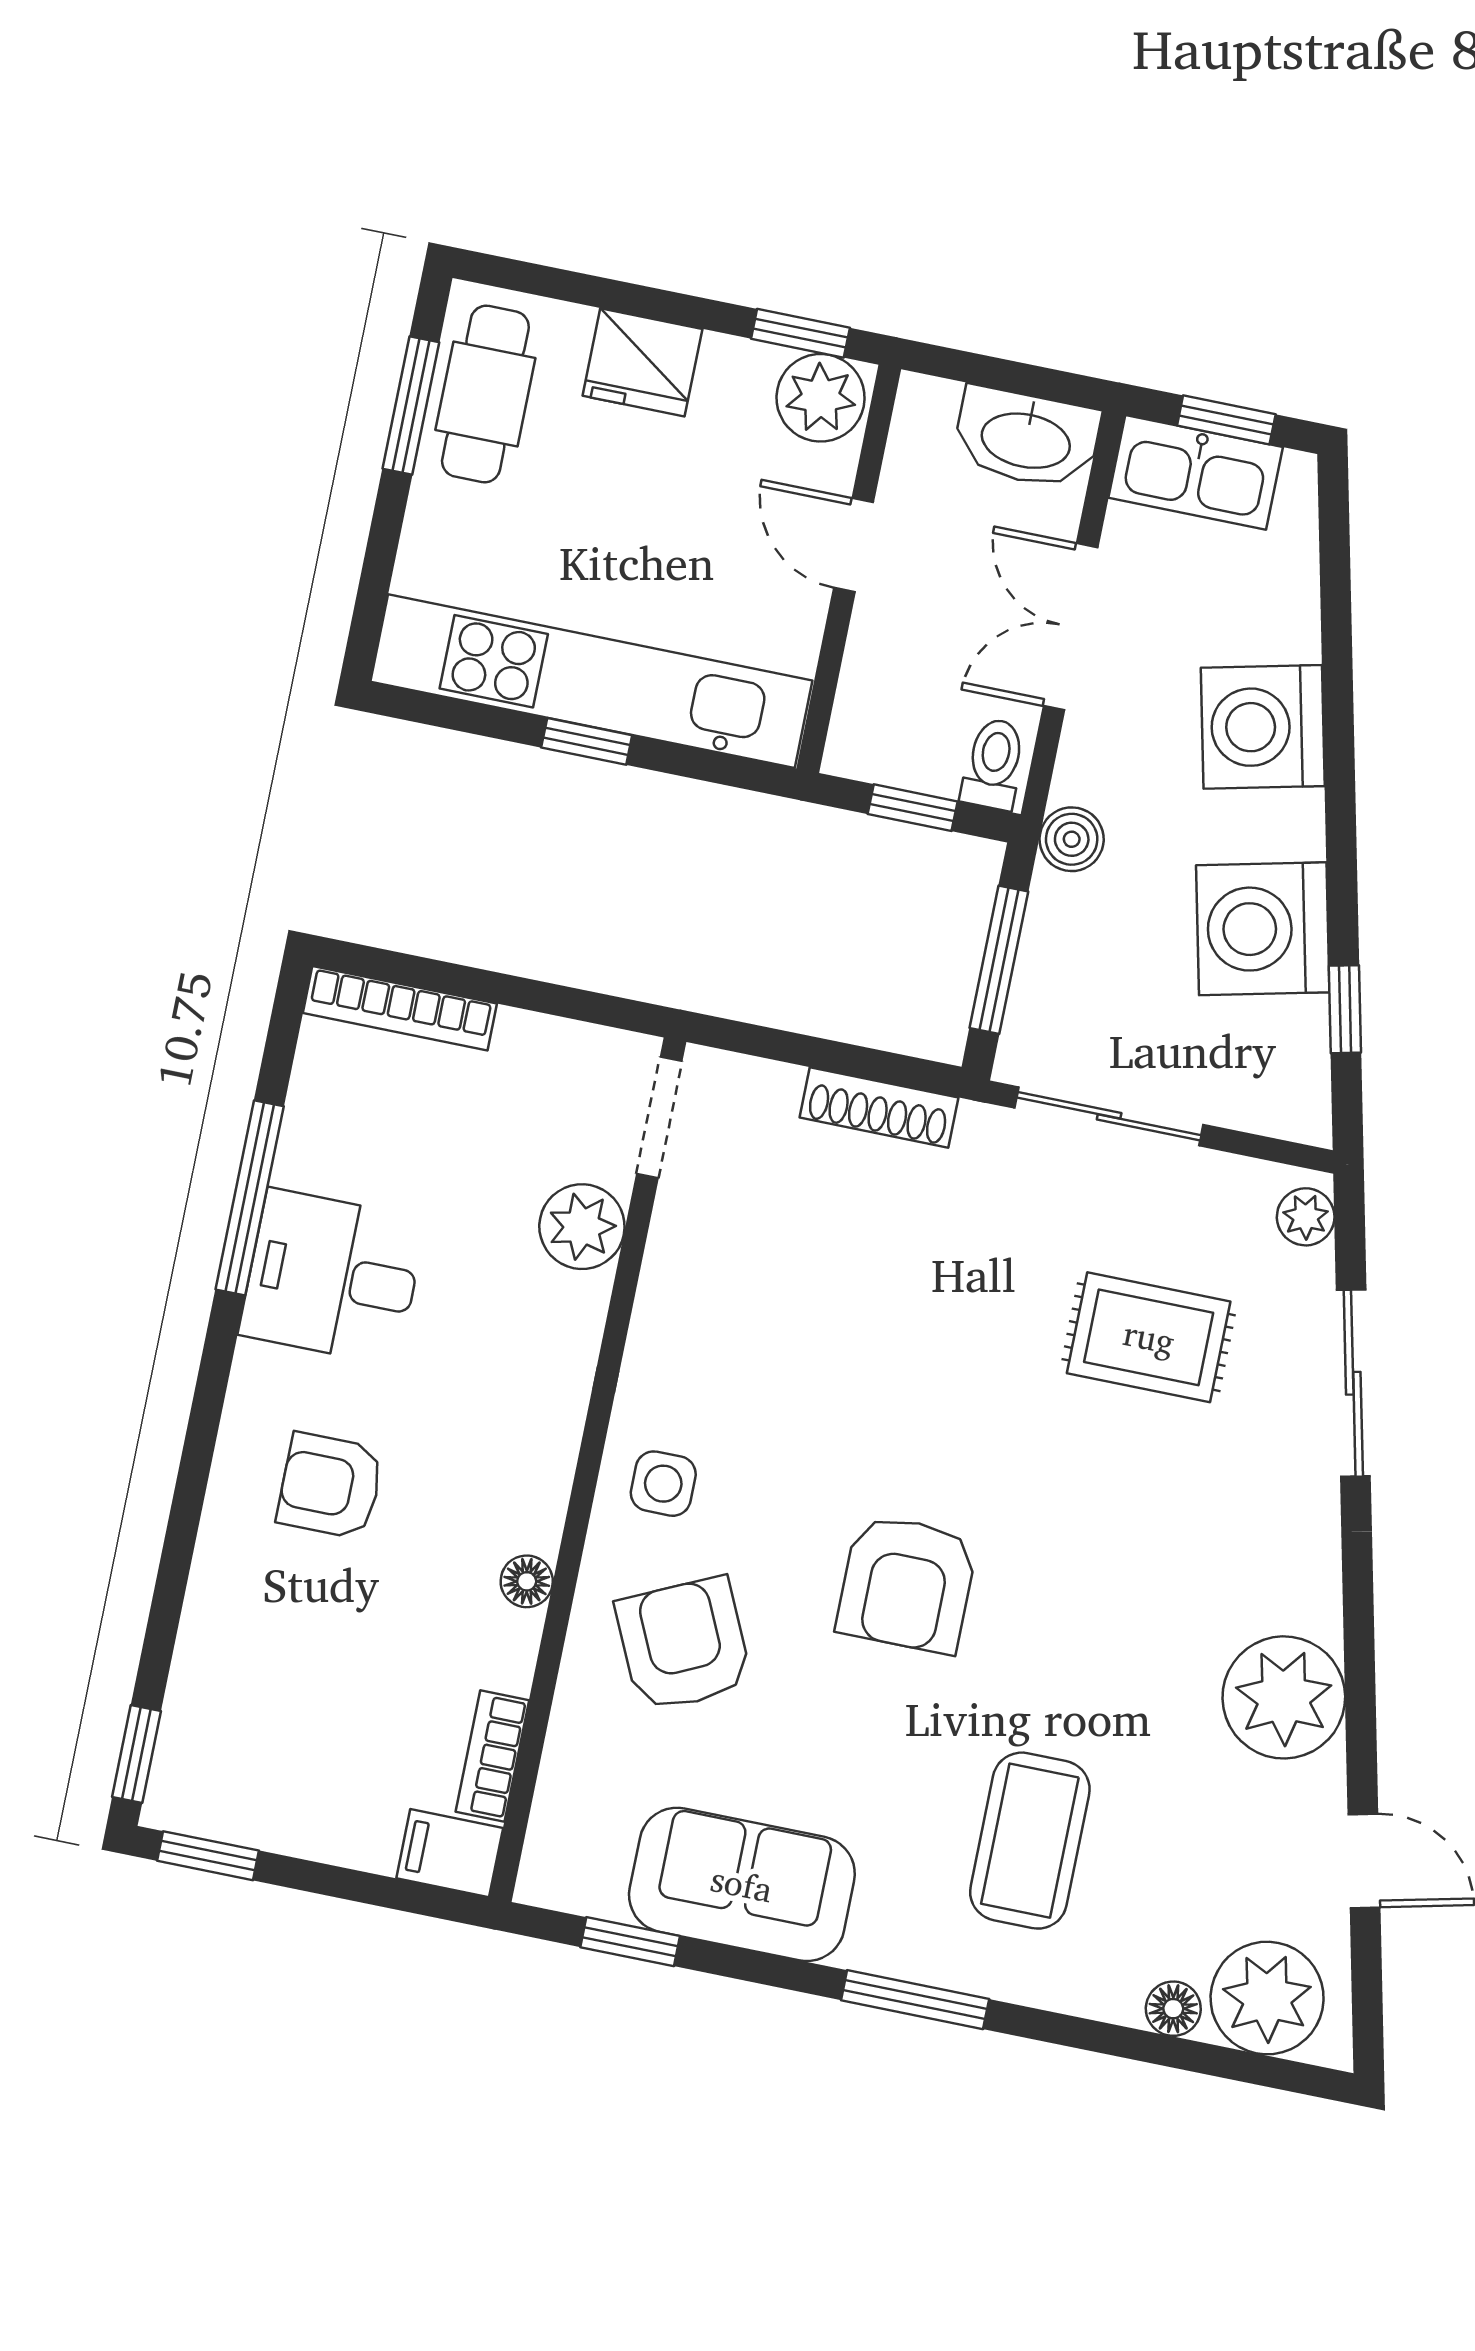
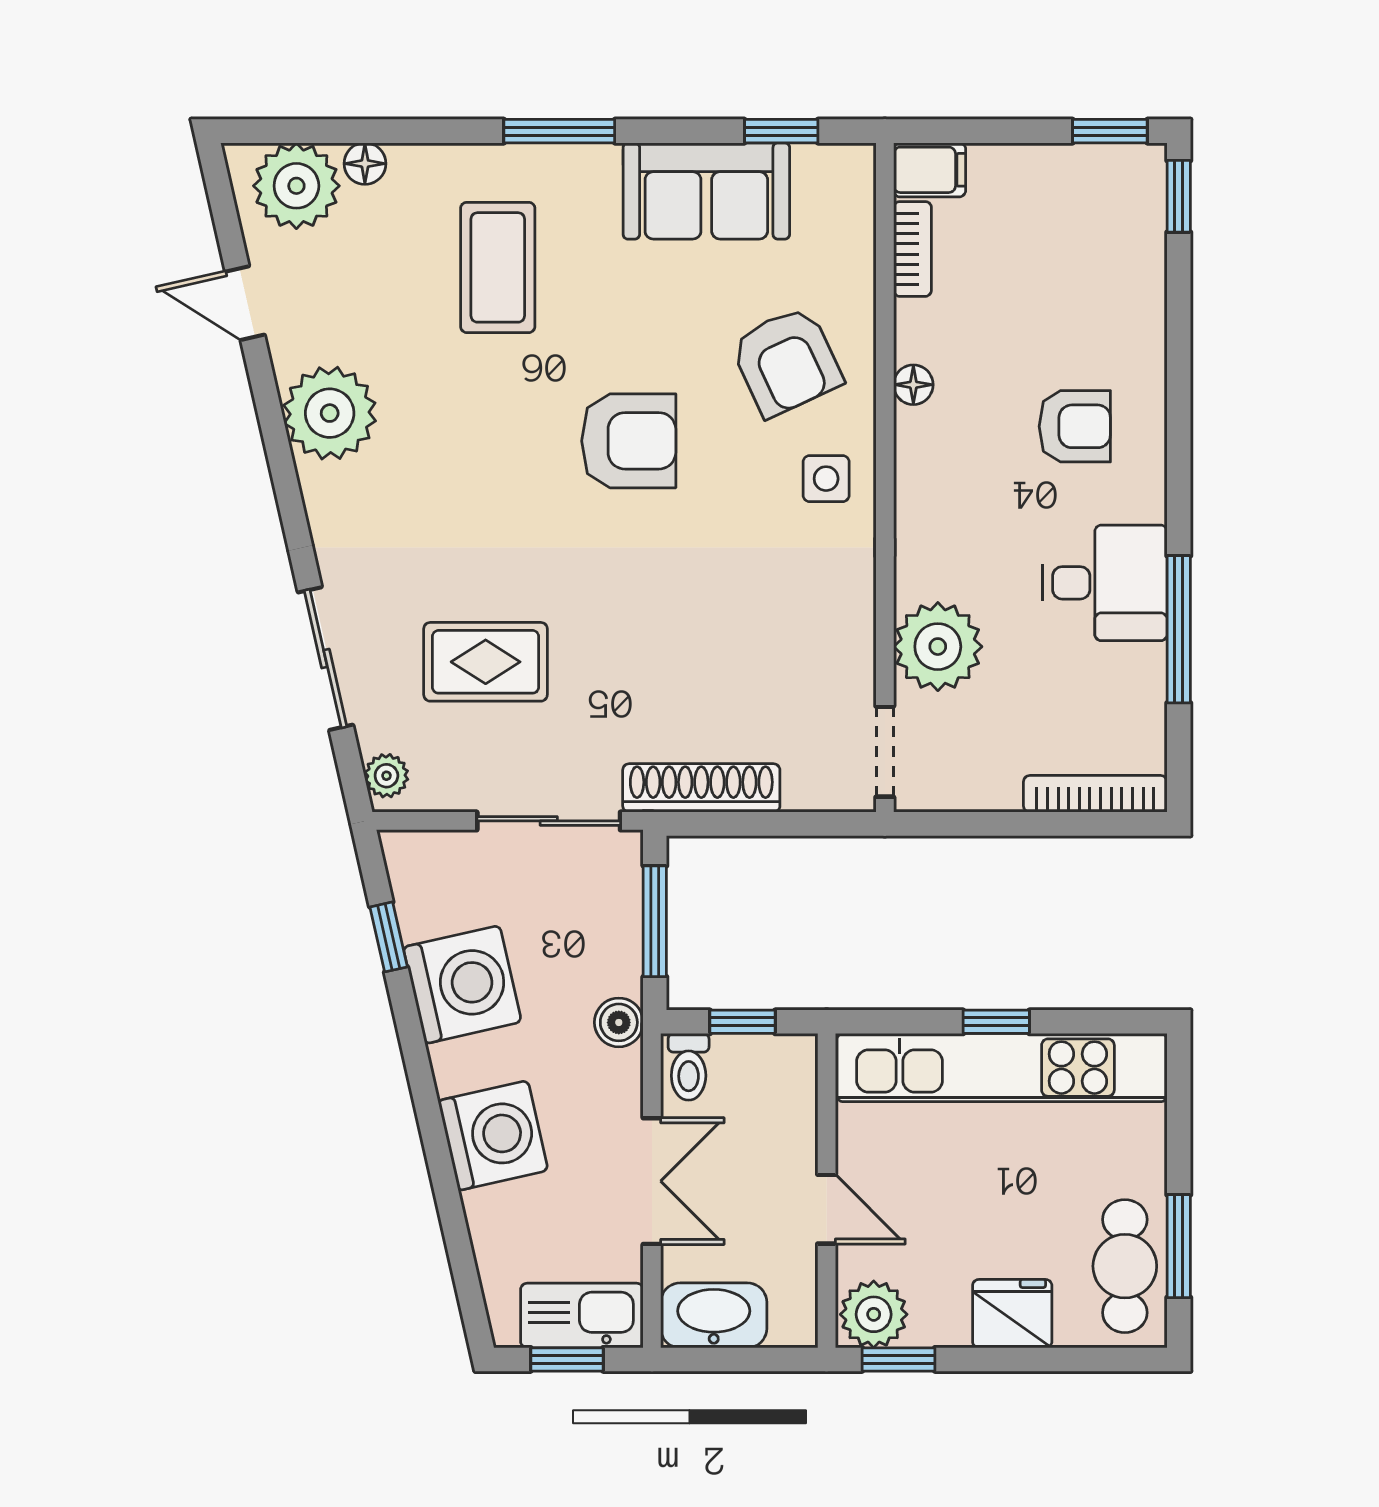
shoe rack: (879, 1107) -> (701, 788), width x1.36, depth x1.24
plant: (582, 1227) -> (938, 647), width x1.36, depth x1.36
armchair: (907, 1584) -> (629, 441), turned 90

